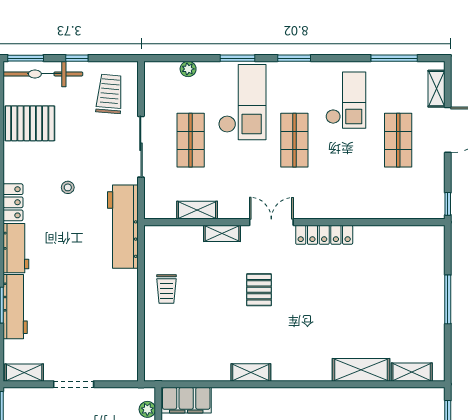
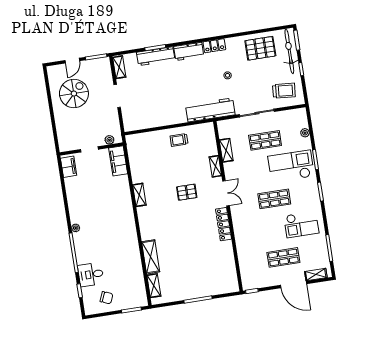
checkout: (242, 102) -> (291, 166), turned 180
pallet: (30, 123) -> (260, 48), turned 90

